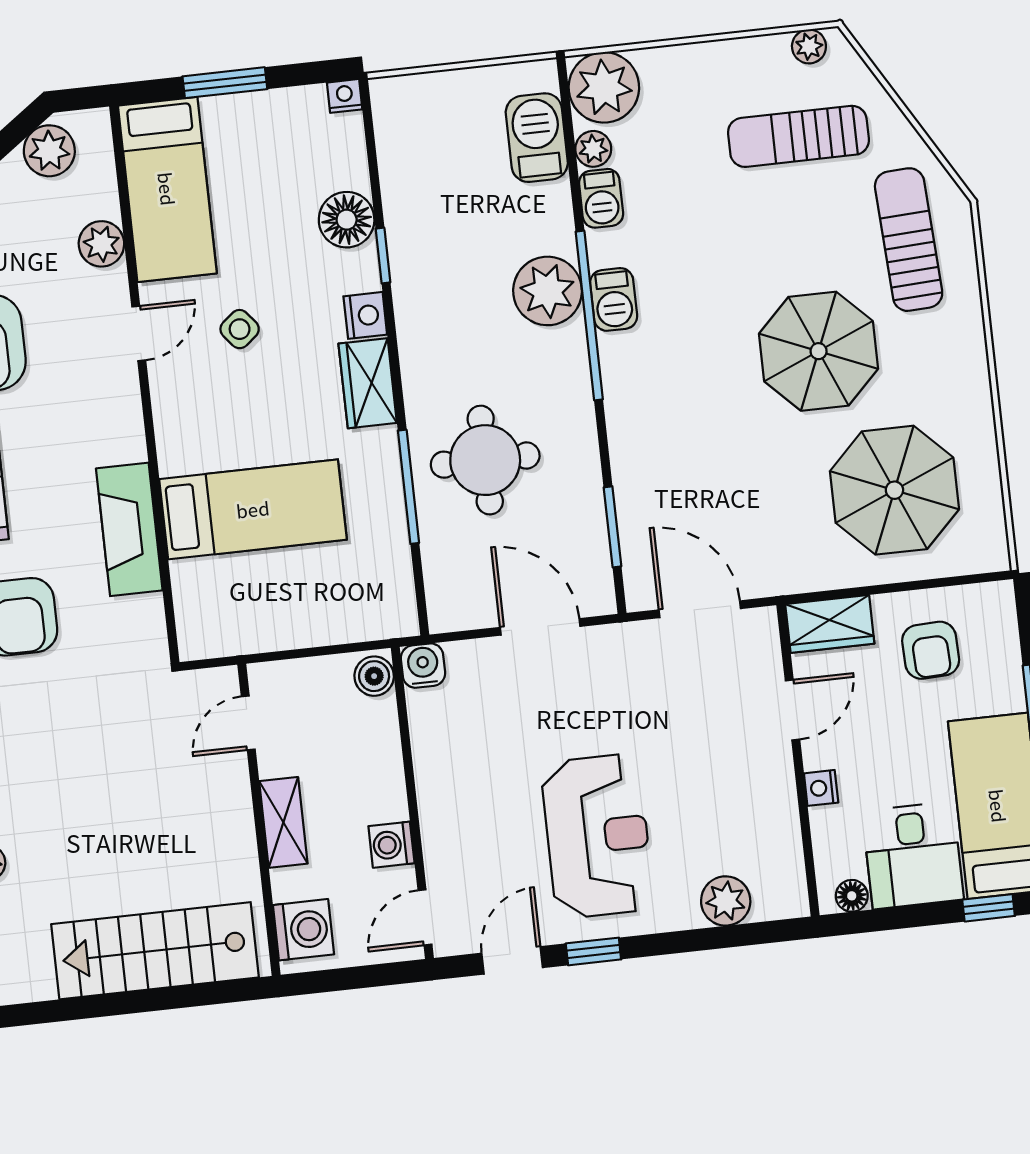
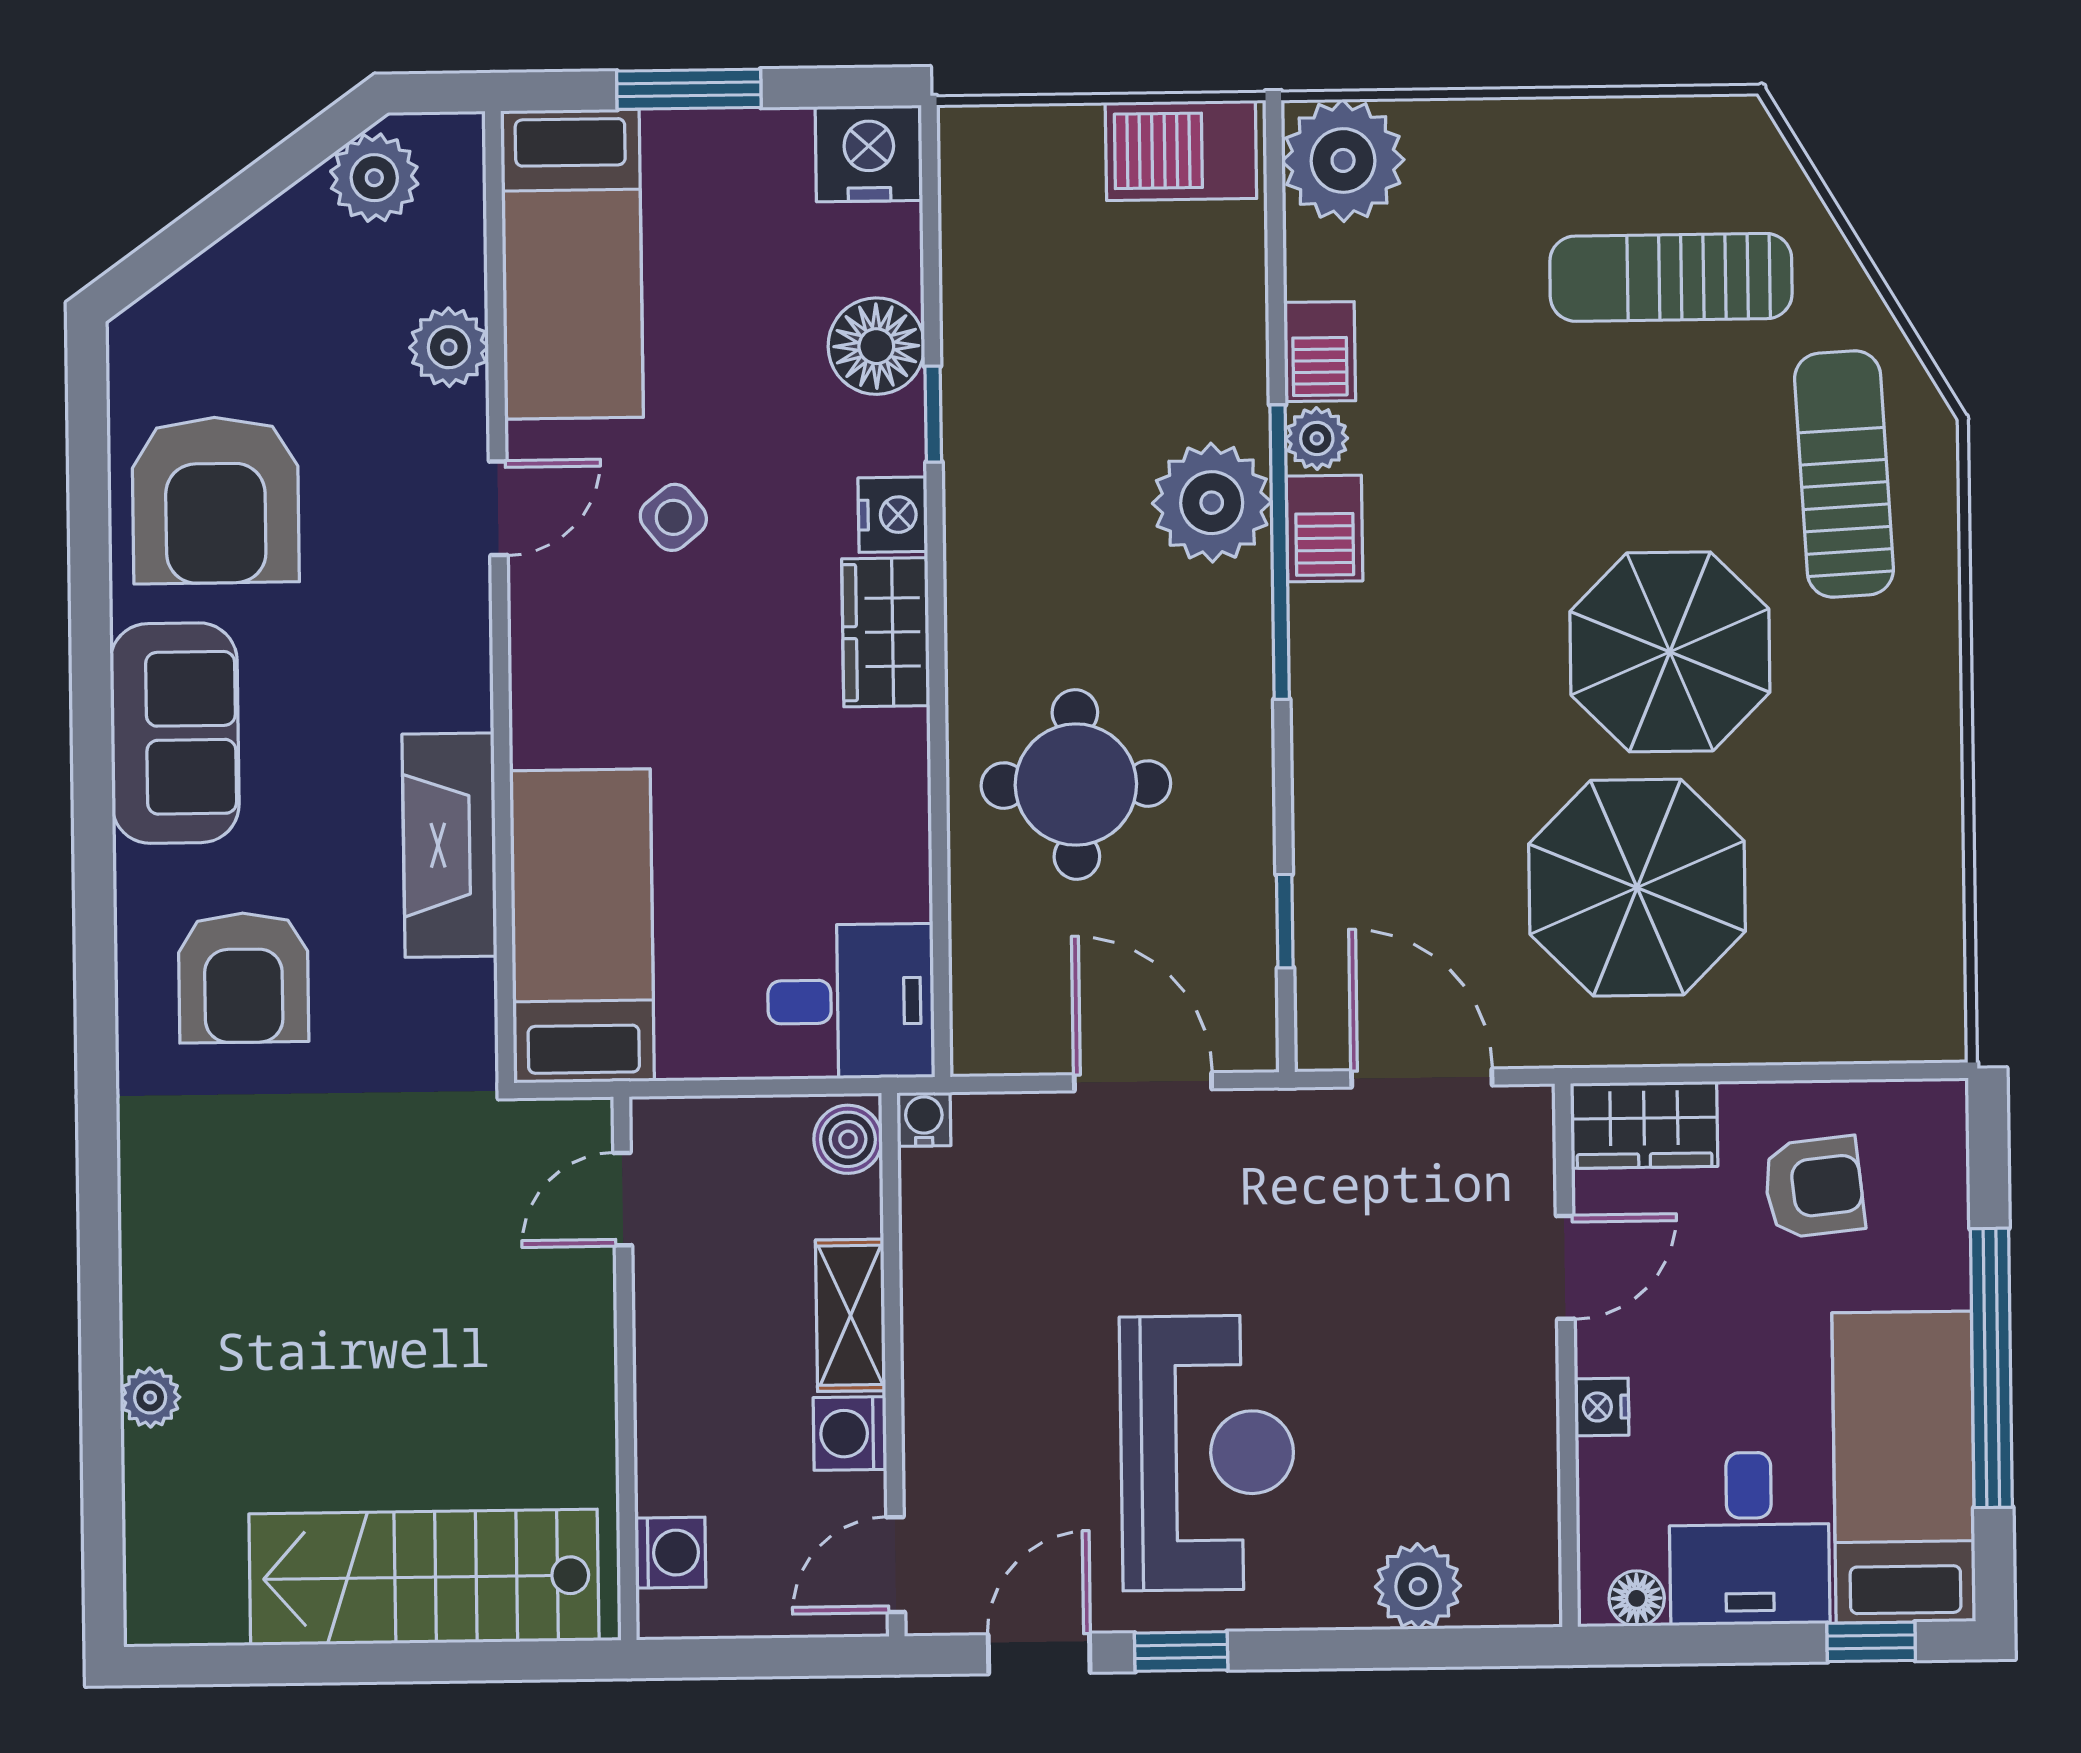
plant: (809, 46) -> (1704, 124), removed
nightstand: (345, 96) -> (869, 154), width x1.89, depth x1.79
barbecue: (537, 138) -> (1181, 151), moved, turned -90
plant: (593, 149) -> (1317, 438), moved
window: (408, 487) -> (939, 818), removed
parasol: (894, 490) -> (1637, 888), moved
bed: (253, 509) -> (582, 926), moved, turned -90
window: (613, 527) -> (1285, 921), width x0.67
desk: (368, 597) -> (851, 1001), added
armchair: (931, 650) -> (1814, 1187), turned -94
water cooler: (423, 666) -> (924, 1119), width x0.72, depth x0.72
shelving: (283, 822) -> (851, 1315), moved
washing machine: (303, 930) -> (670, 1553), width x0.73, depth x0.73

